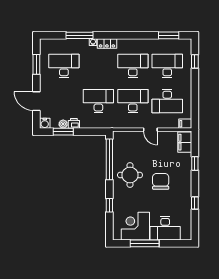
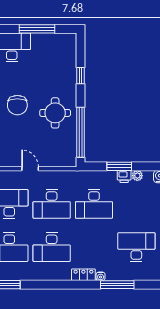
desk: (64, 66) -> (136, 247), turned 180
window: (63, 132) -> (119, 166), moved
corner desk: (135, 226) -> (48, 50), removed

